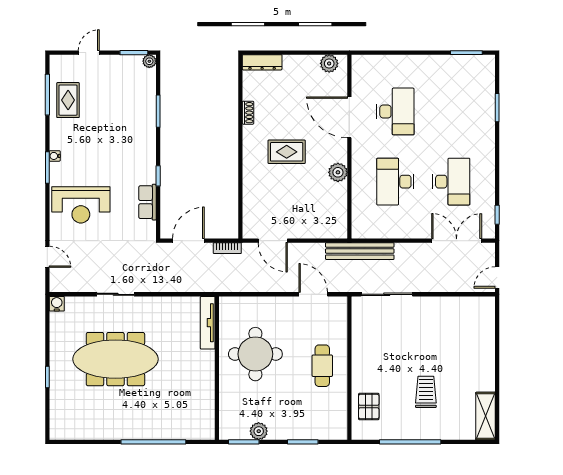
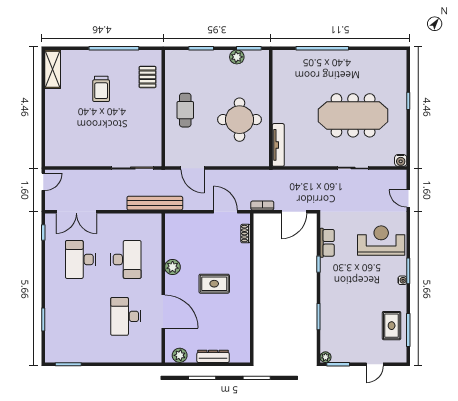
dresser: (262, 62) -> (213, 356), moved
shoe rack: (248, 113) -> (246, 234), moved

